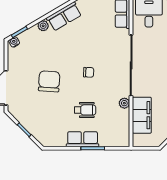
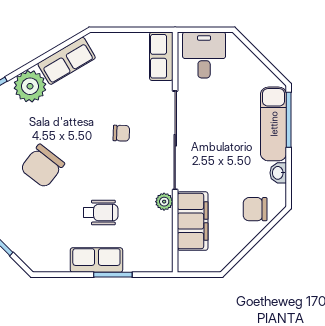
plant: (43, 26) -> (30, 86), width x1.87, depth x1.87
chair: (89, 72) -> (121, 133), moved
chair: (49, 81) -> (42, 166), turned -146

